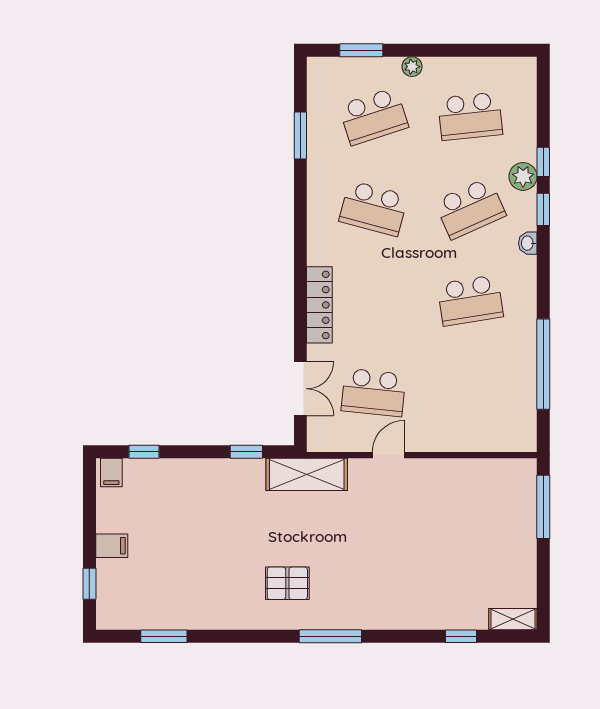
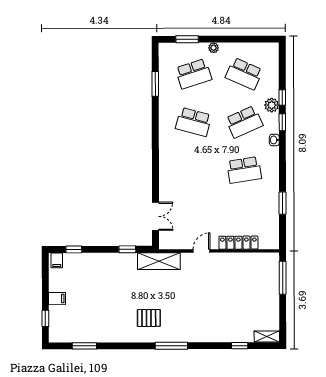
school desk: (470, 116) -> (244, 74), turned 30
locker: (319, 305) -> (238, 243), moved, turned -90
window: (543, 364) -> (282, 203), width x0.47
school desk: (374, 392) -> (194, 218), removed

